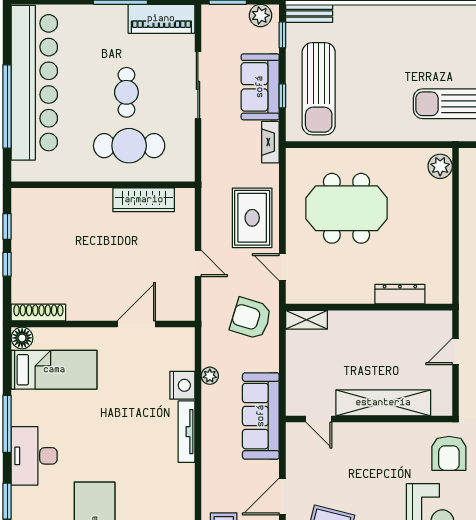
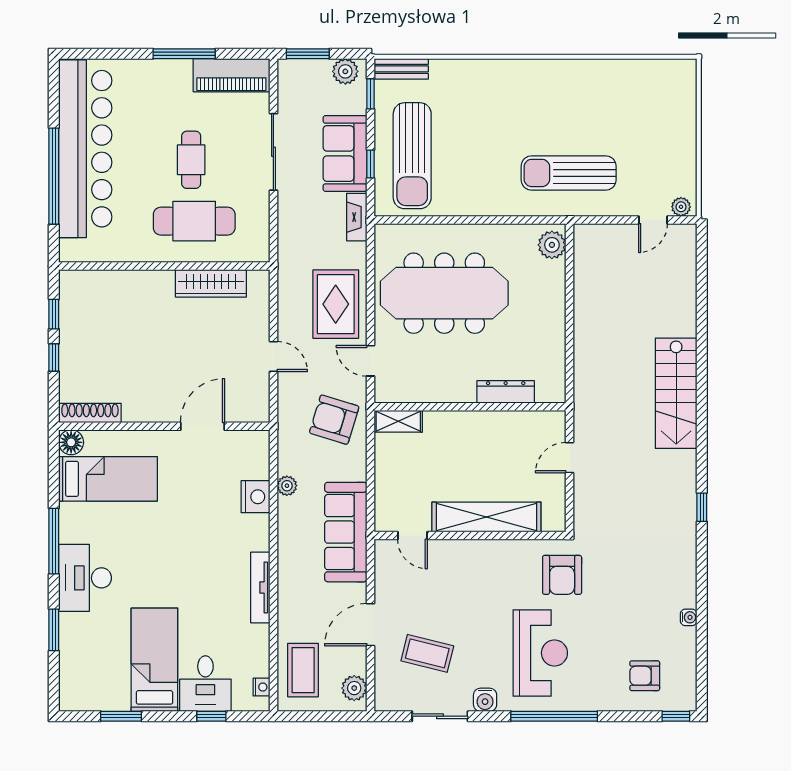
meeting table: (346, 208) -> (444, 293), width x1.36
tv unit: (187, 432) -> (260, 587), moved

